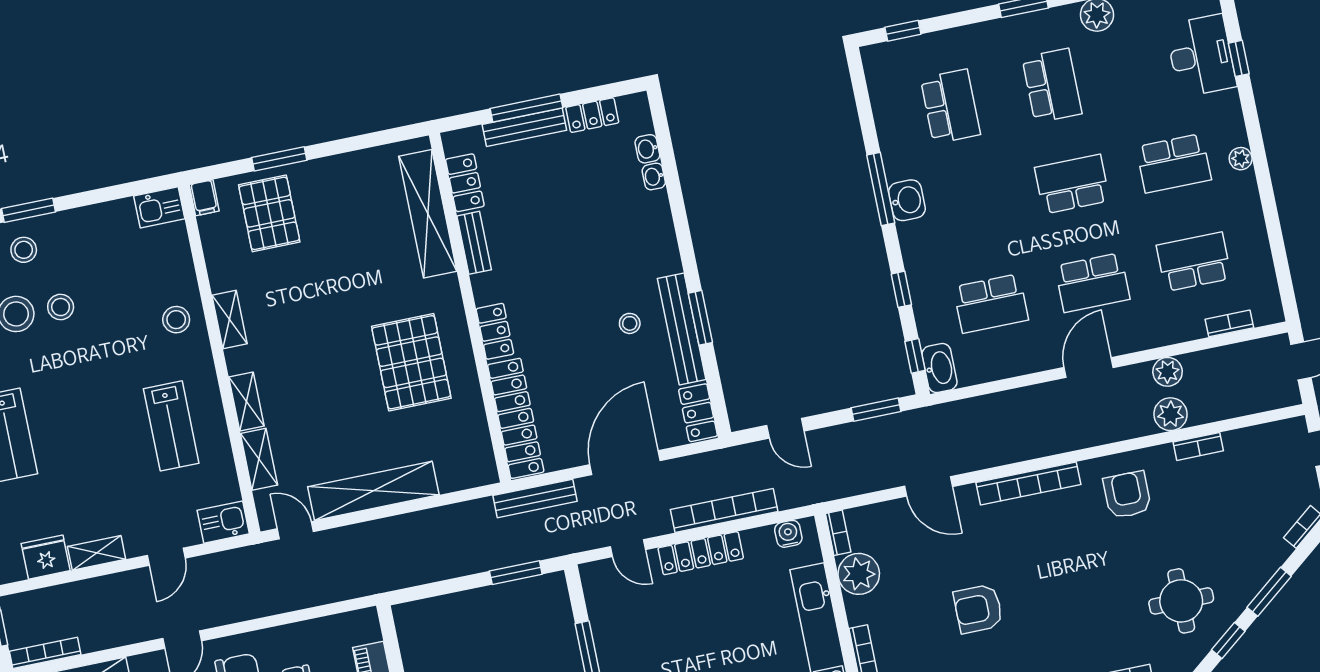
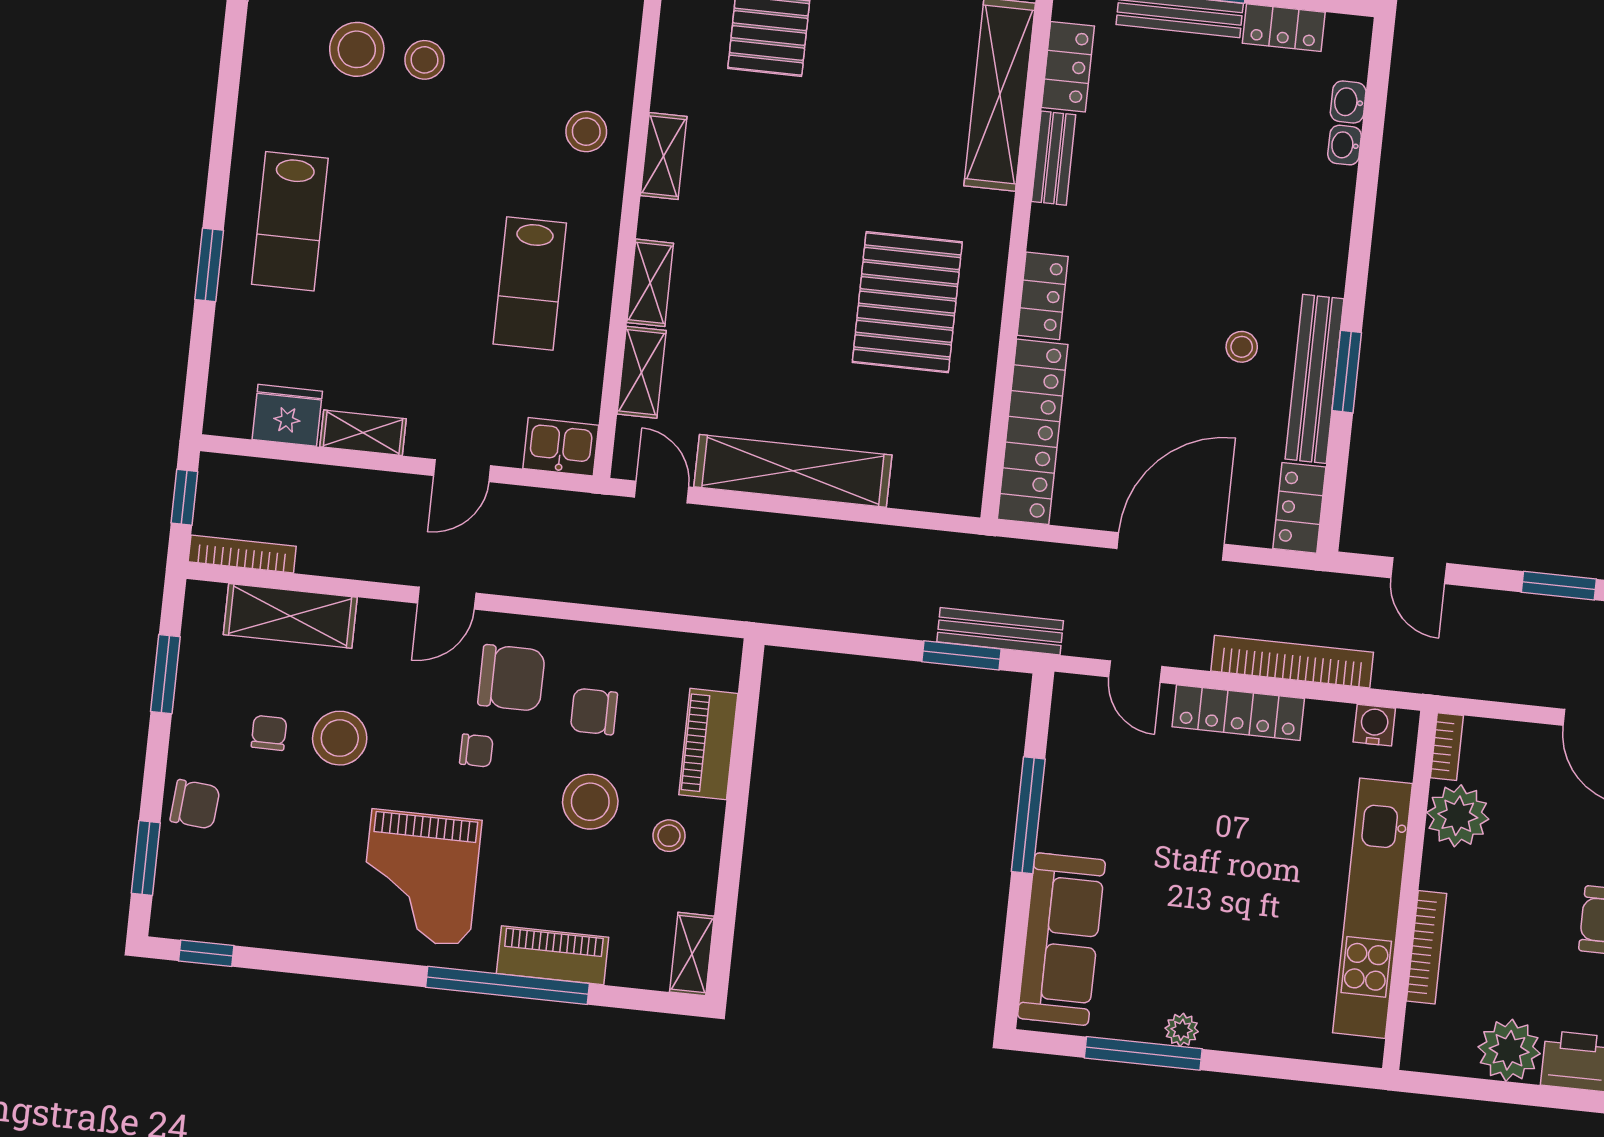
bench: (535, 498) -> (1000, 631), moved

